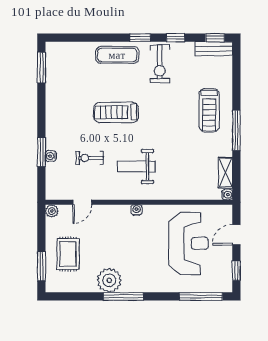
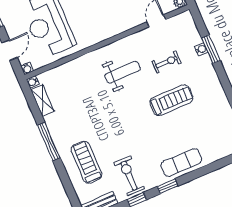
exercise bike: (160, 64) -> (129, 176), moved
treadmill: (209, 110) -> (86, 162), moved
treadmill: (116, 112) -> (171, 100), moved
water cooler: (137, 210) -> (27, 68), moved

